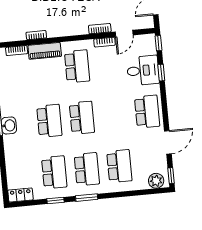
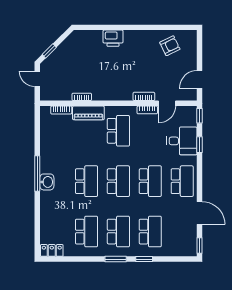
school desk: (115, 115) -> (150, 181), added
door: (168, 142) -> (200, 213), hinge flipped
plant: (156, 181) -> (185, 249), removed
window: (56, 201) -> (144, 259), moved

